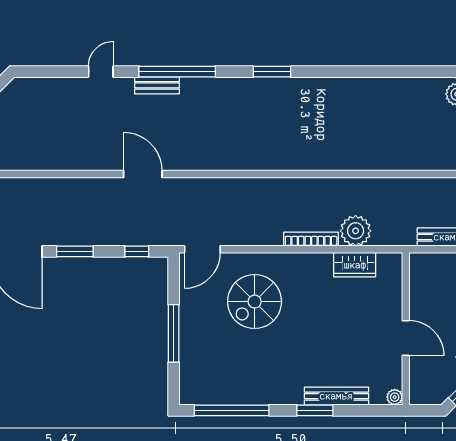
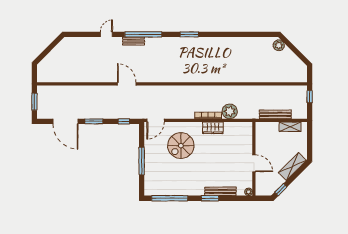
wardrobe: (355, 265) -> (213, 128), moved

